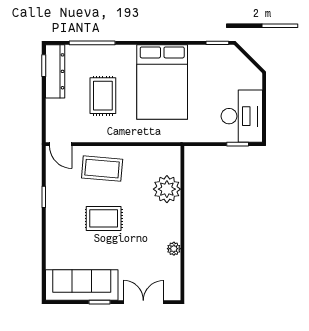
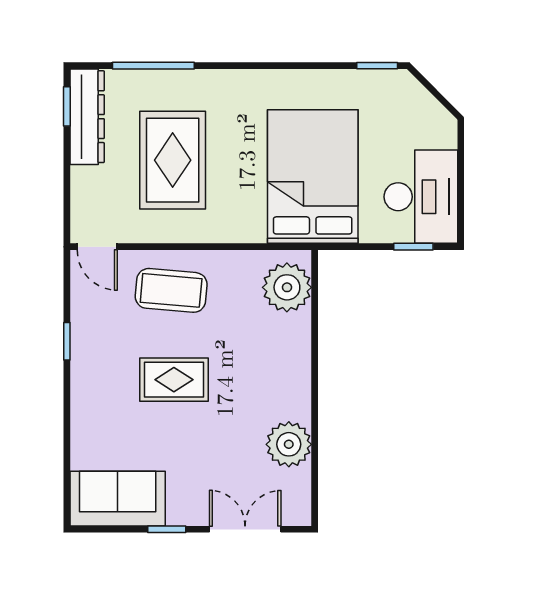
bed: (162, 82) -> (313, 177), moved, turned 180
rug: (103, 96) -> (173, 160), width x1.36, depth x1.43
plant: (167, 189) -> (287, 287), moved
plant: (174, 249) -> (289, 444), width x1.88, depth x1.88
sofa: (82, 285) -> (118, 499), width x0.73

